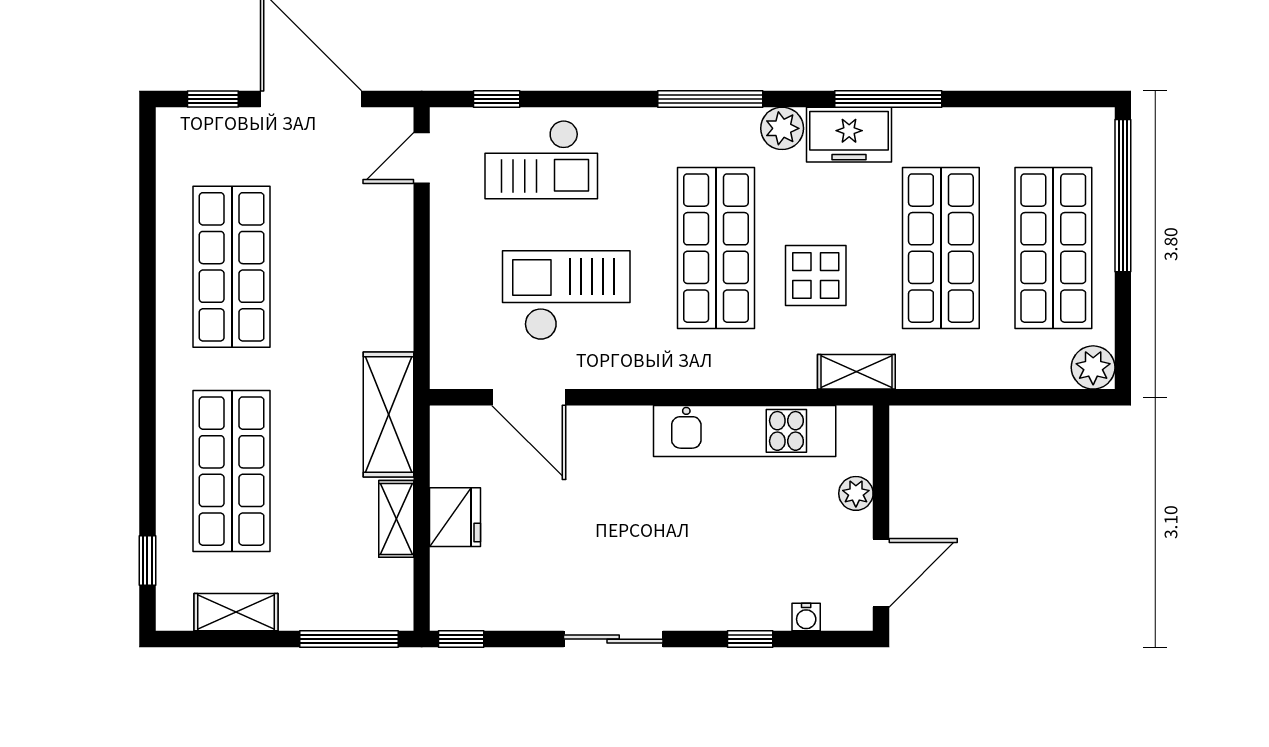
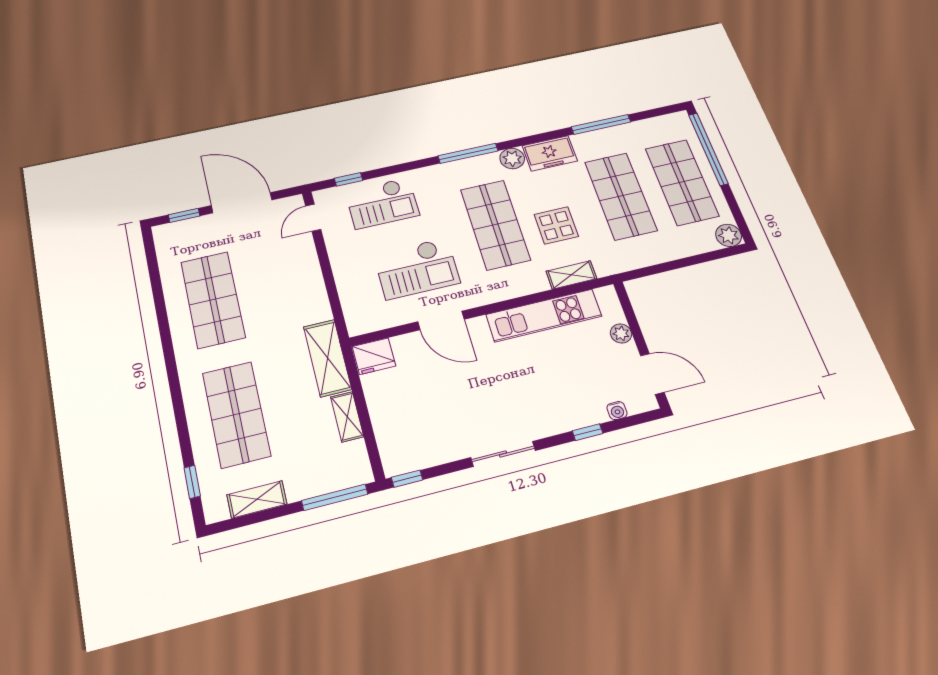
window: (888, 99) -> (601, 124), moved
checkout: (566, 295) -> (417, 268), turned 180
shelving: (856, 372) -> (571, 275), moved
door: (529, 397) -> (441, 321), moved
fridge: (455, 517) -> (374, 356), moved, turned 90
door: (881, 573) -> (652, 374), hinge flipped

